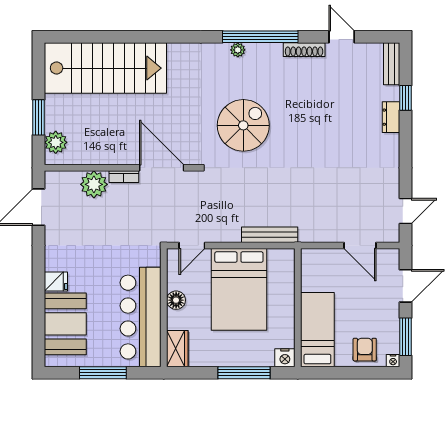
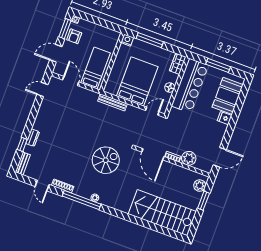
spiral stairs: (243, 125) -> (106, 160), turned 180
bed: (317, 330) -> (95, 68), moved, turned 180
armchair: (365, 350) -> (74, 36), moved

